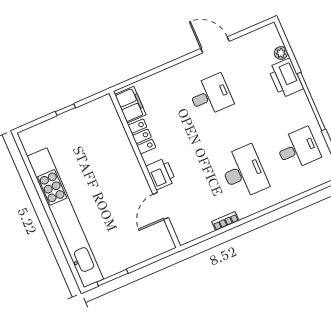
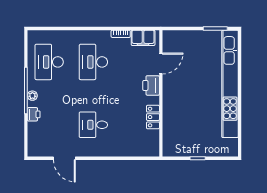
door: (215, 45) -> (64, 158), moved
plant: (281, 53) -> (32, 96), moved
printer: (286, 78) -> (34, 114), width x0.53, depth x0.68
filing cabinet: (130, 105) -> (143, 38), moved, turned -90
desk: (298, 149) -> (49, 62), width x1.37

